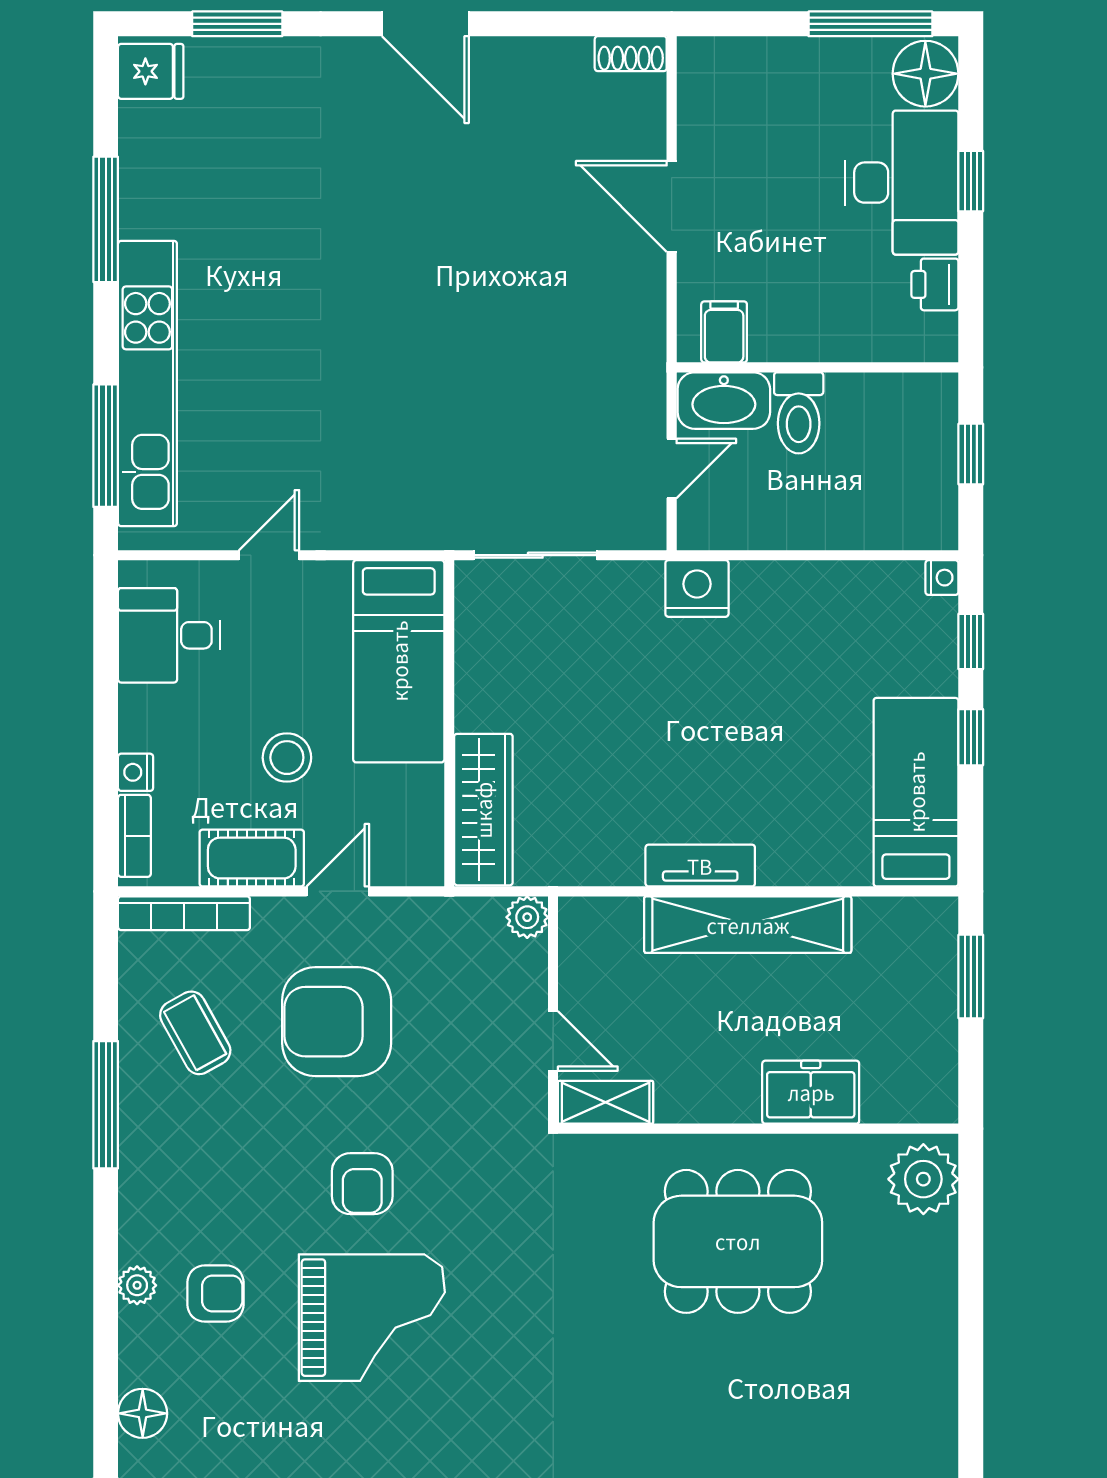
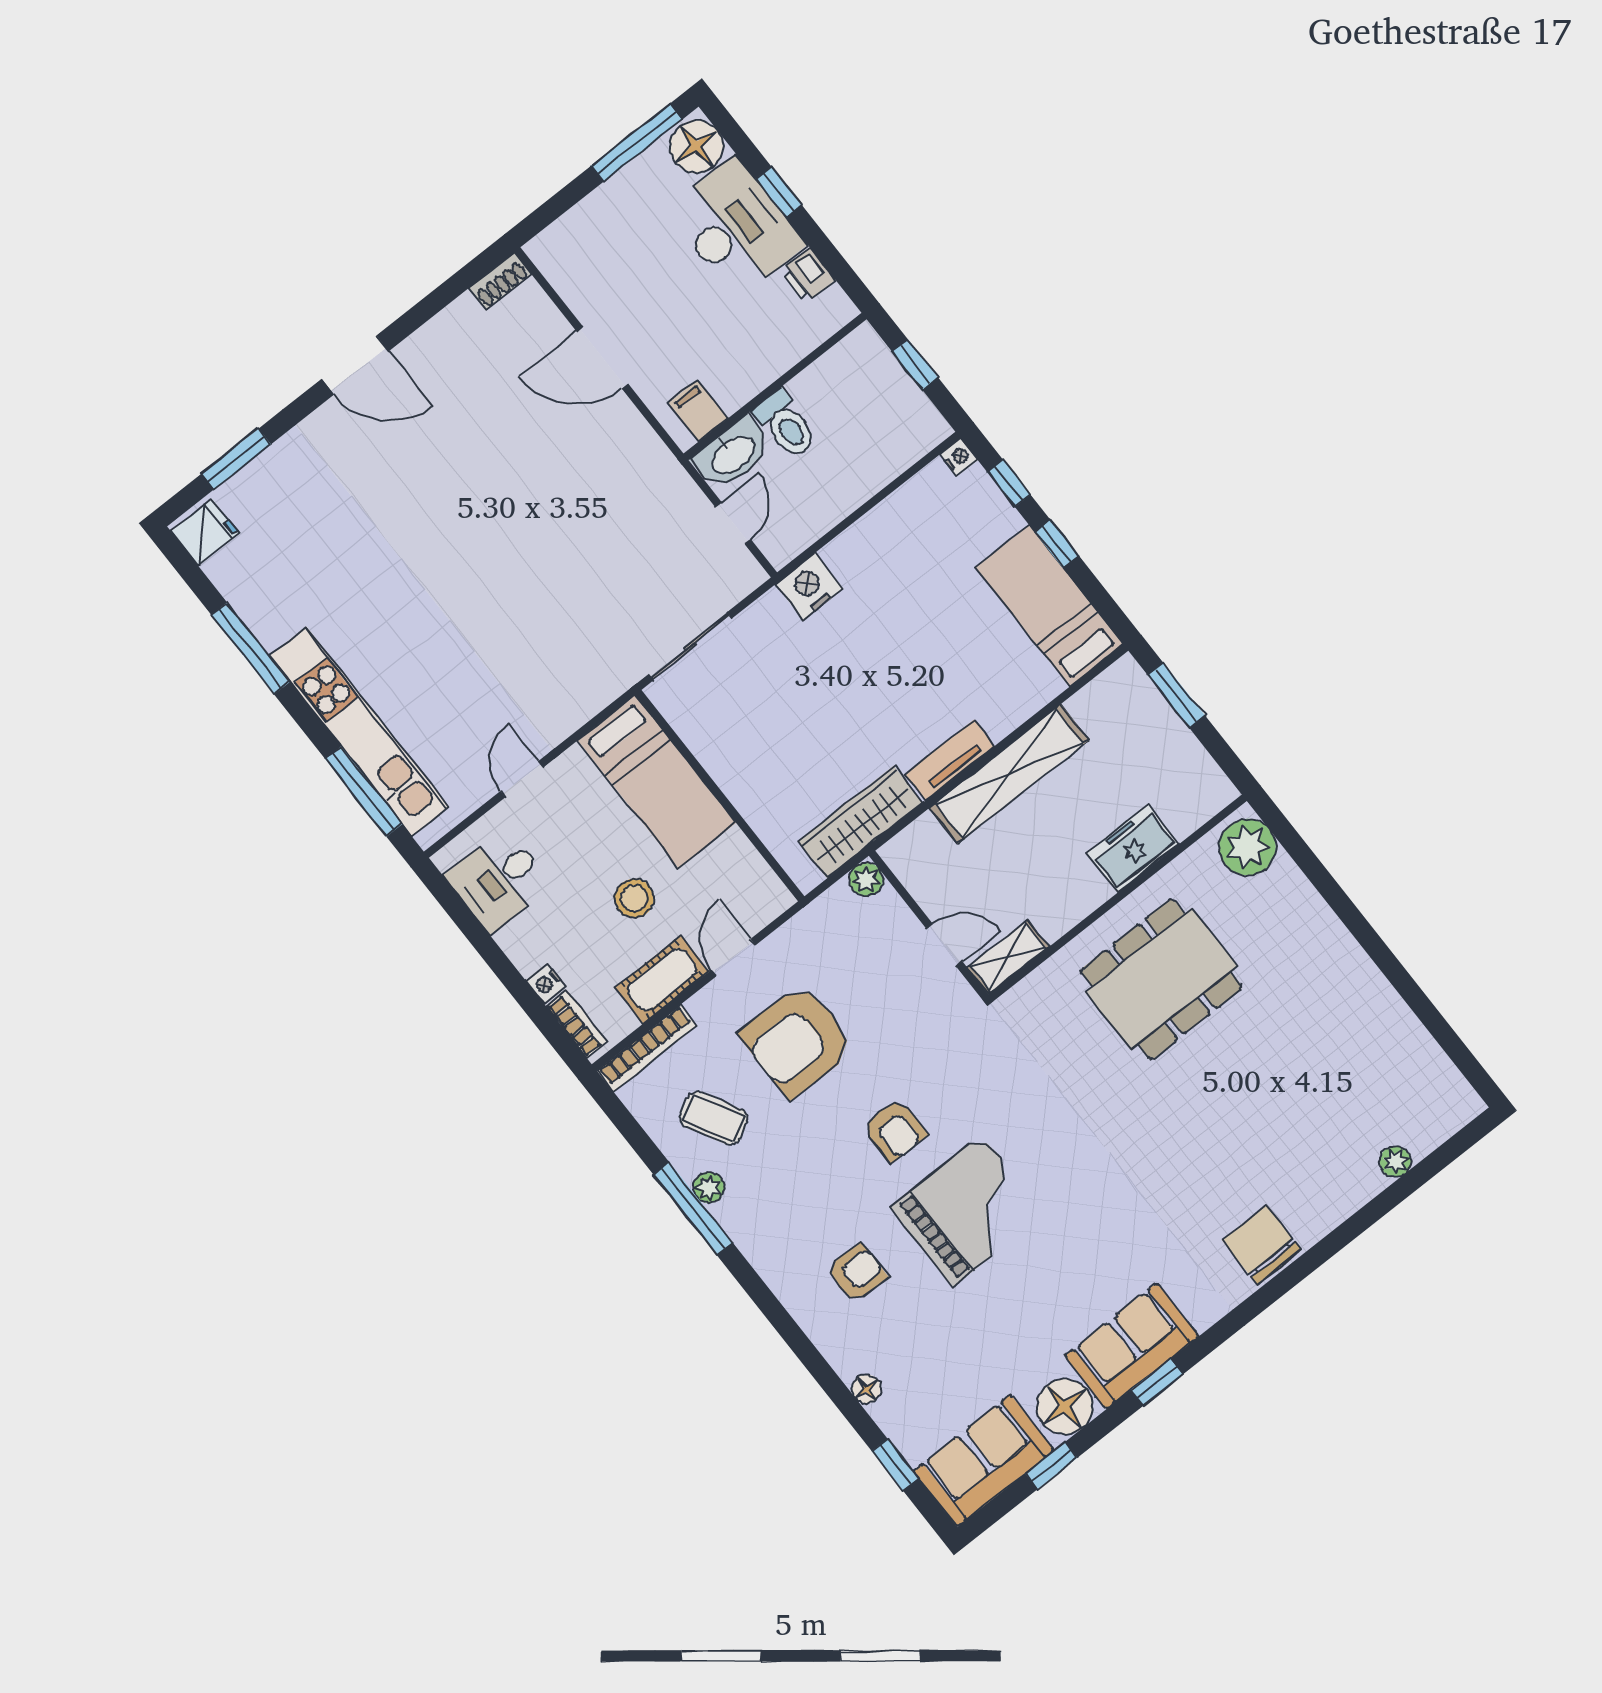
wardrobe: (483, 810) -> (860, 822), moved, turned -90
plant: (137, 1285) -> (709, 1188), moved
floor lamp: (143, 1413) -> (866, 1389), width x0.73, depth x0.73

